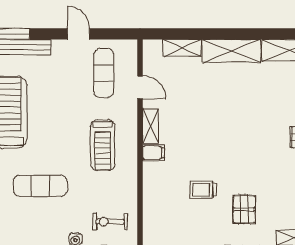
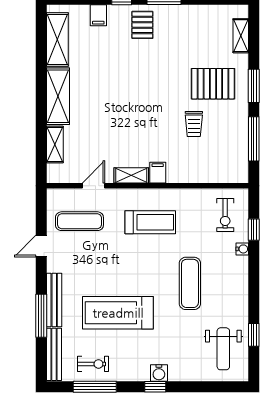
pallet: (244, 209) -> (213, 84), width x1.50, depth x1.42

